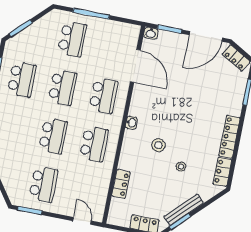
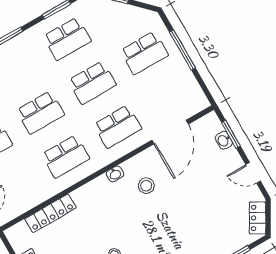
washbasin: (151, 33) -> (224, 140), moved
door: (206, 36) -> (253, 173), width x0.53
stool: (159, 145) -> (146, 186), moved
locker: (121, 184) -> (51, 213), width x1.53

